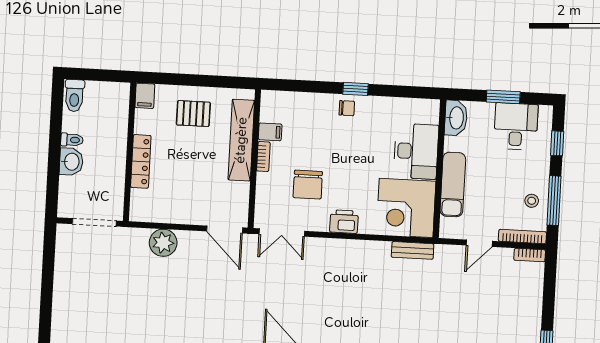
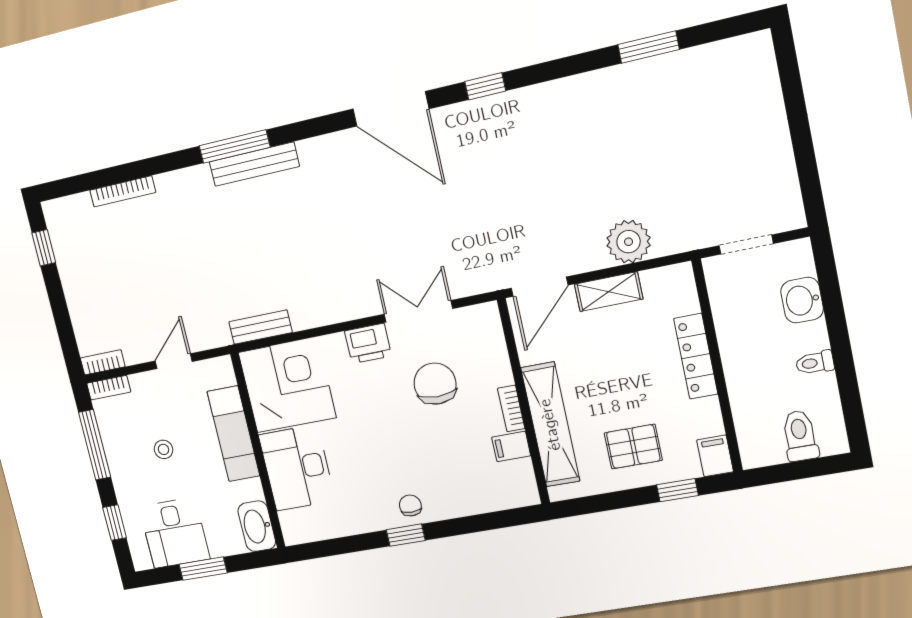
window: (173, 79) -> (677, 490), added
toilet: (74, 96) -> (800, 436), moved
chair: (347, 108) -> (410, 506), turned 90
washbasin: (71, 162) -> (802, 300), moved
stool: (532, 201) -> (163, 449), moved
shelving: (183, 215) -> (609, 292), added
doorway: (94, 222) -> (746, 245), width x0.73
door: (225, 229) -> (540, 287), swing flipped
double door: (282, 232) -> (418, 311), moved
bookcase: (522, 237) -> (109, 388), width x0.64

